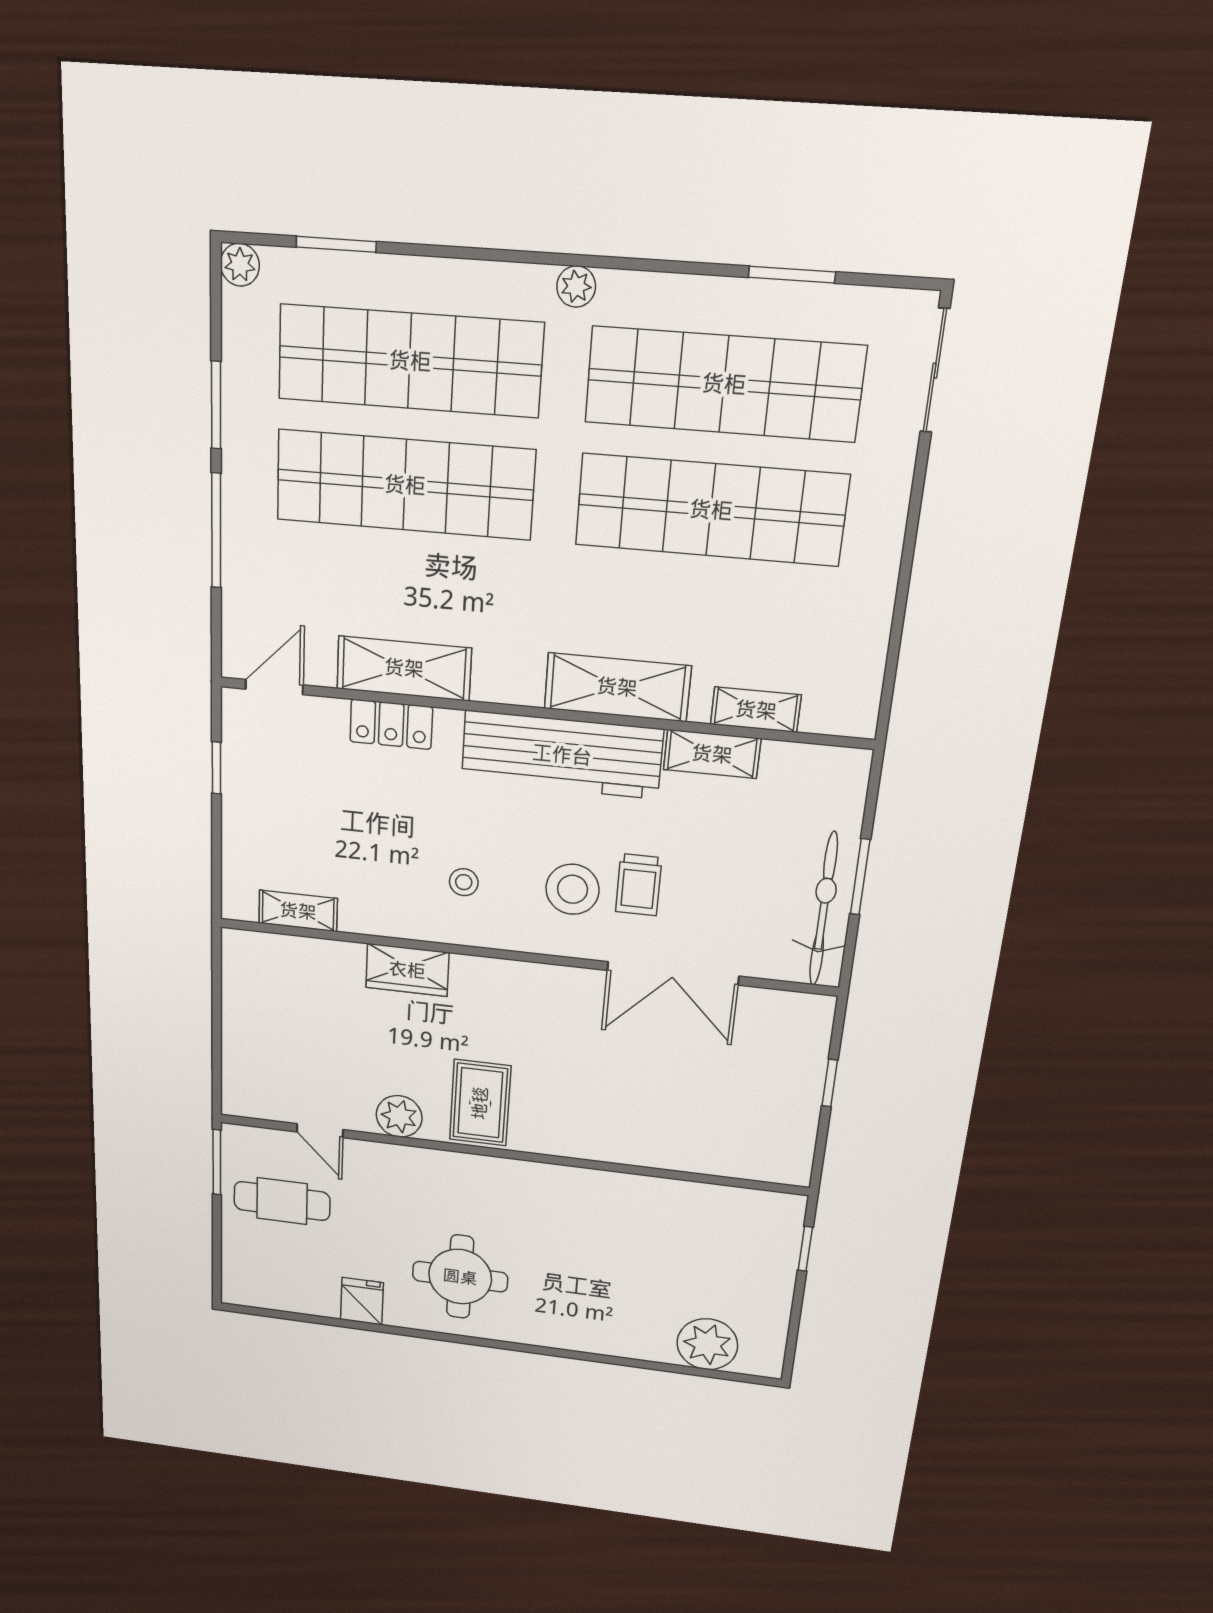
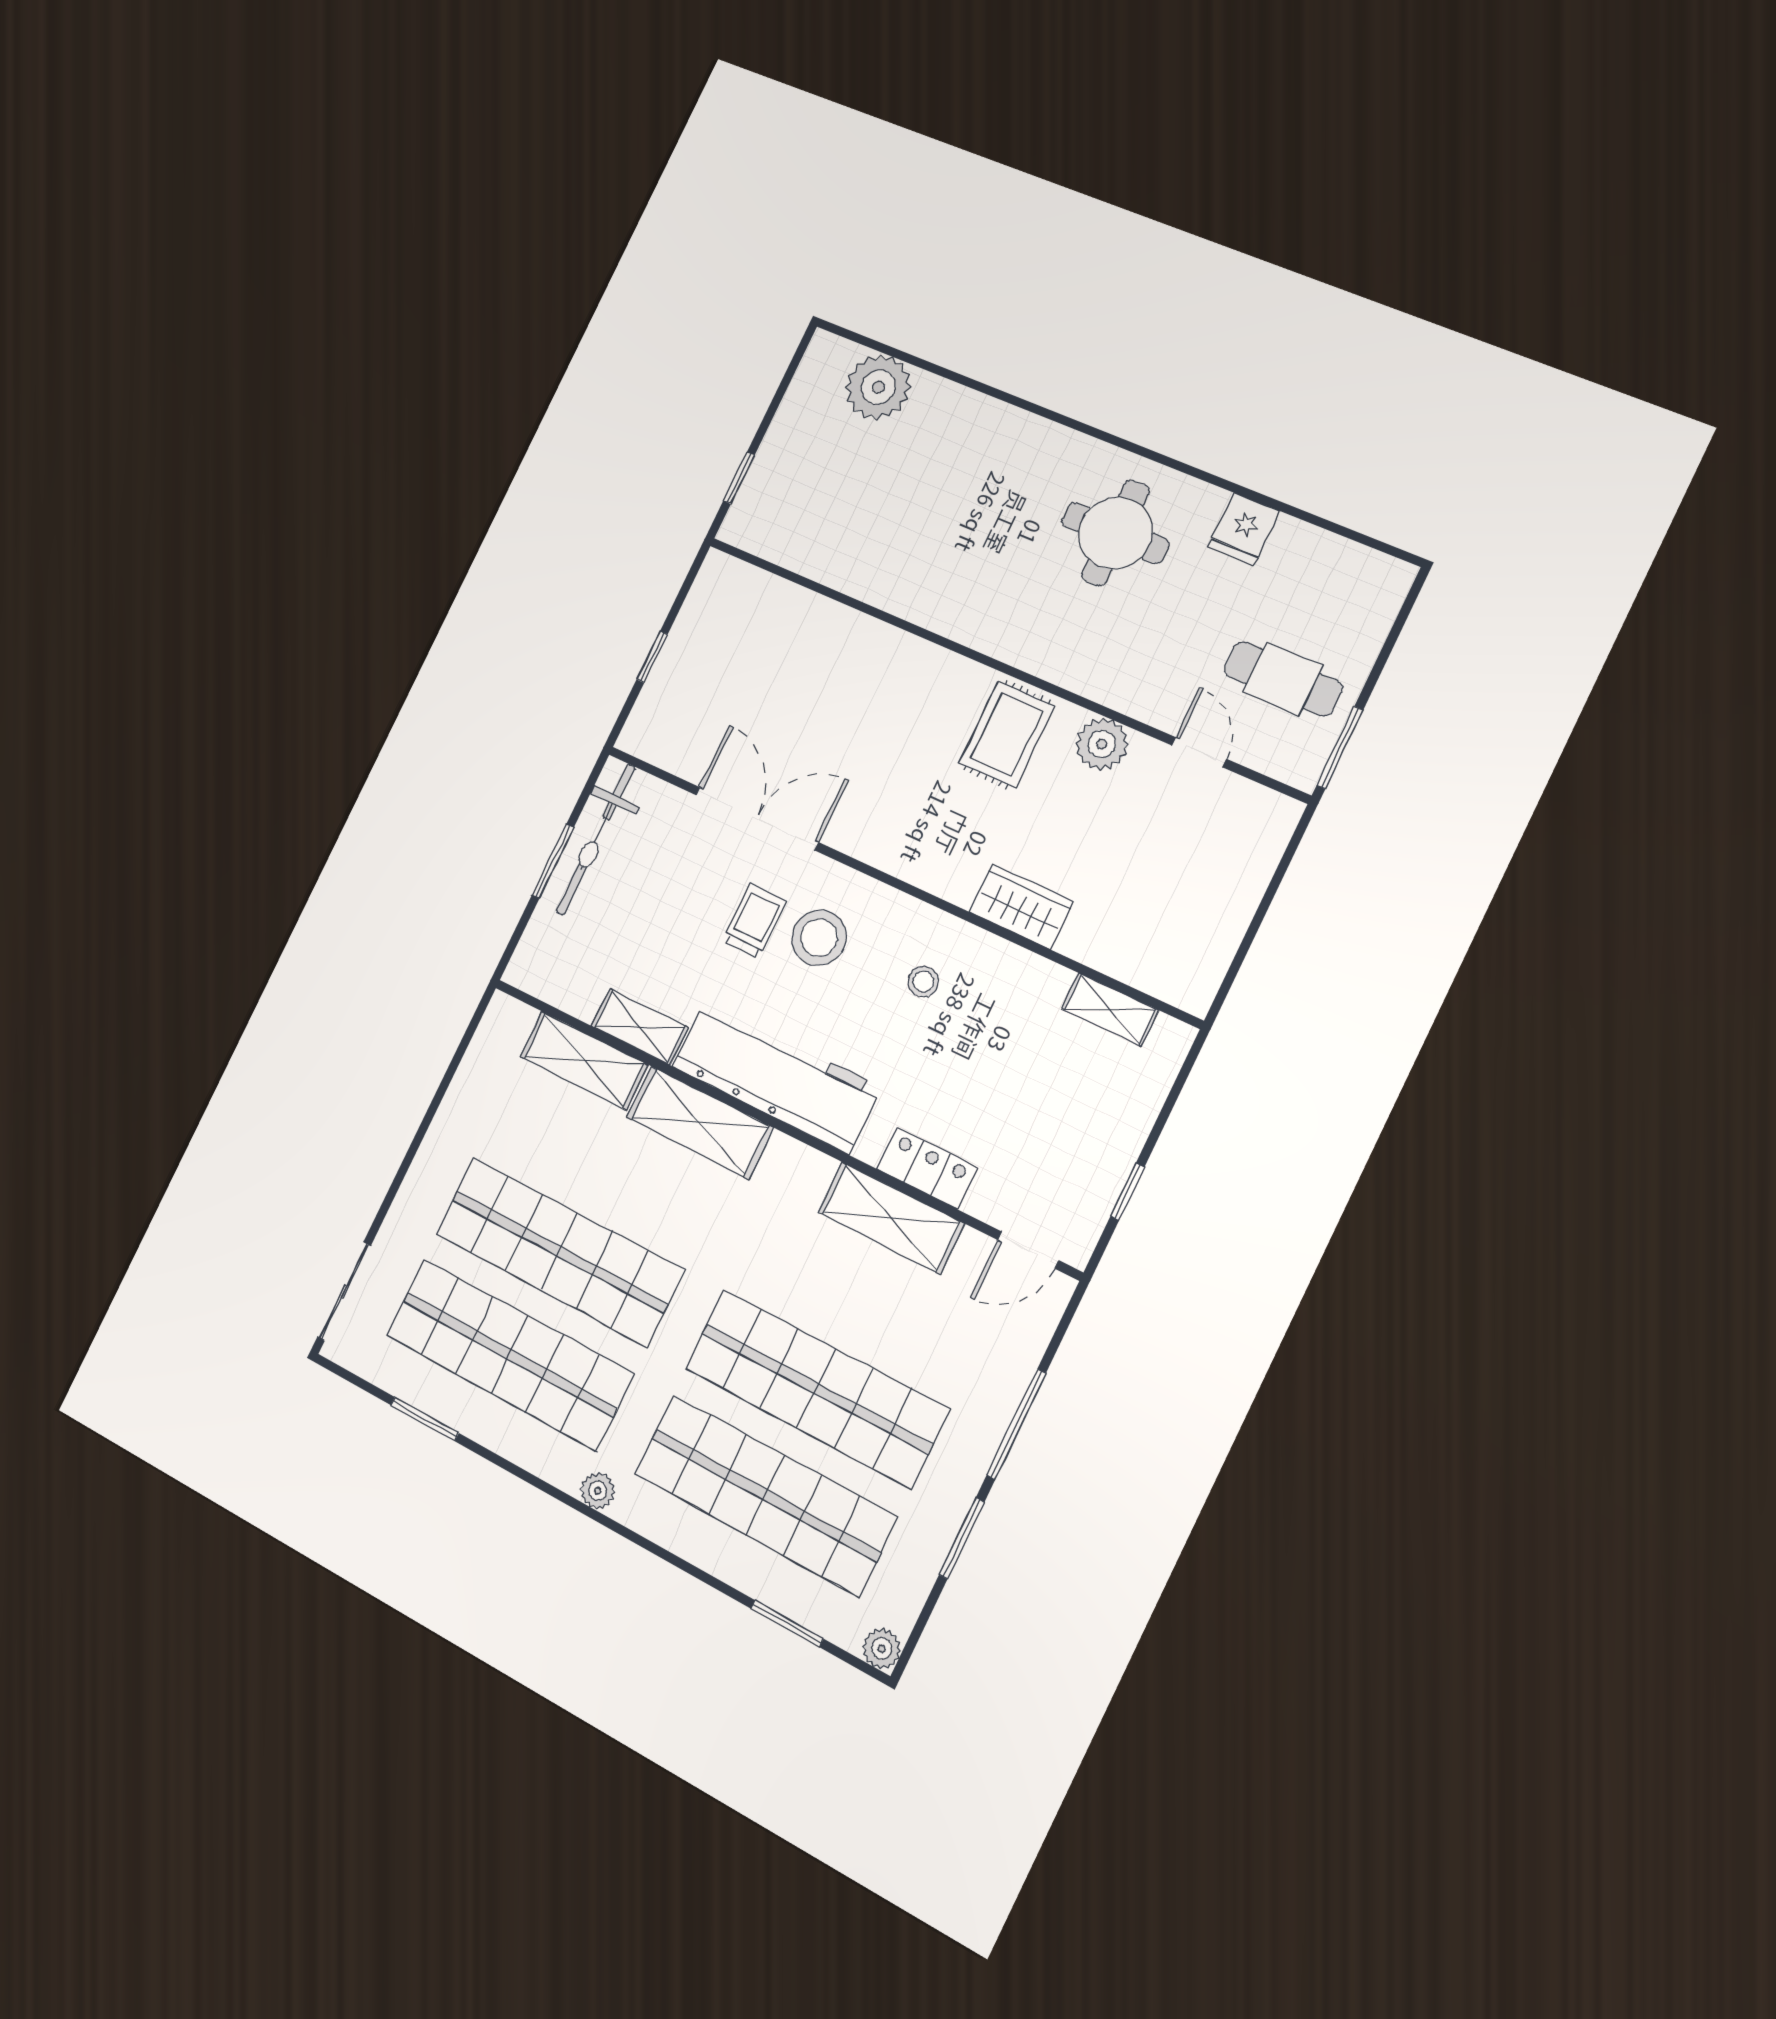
shelving: (756, 710) -> (584, 1060), width x1.50, depth x1.33

